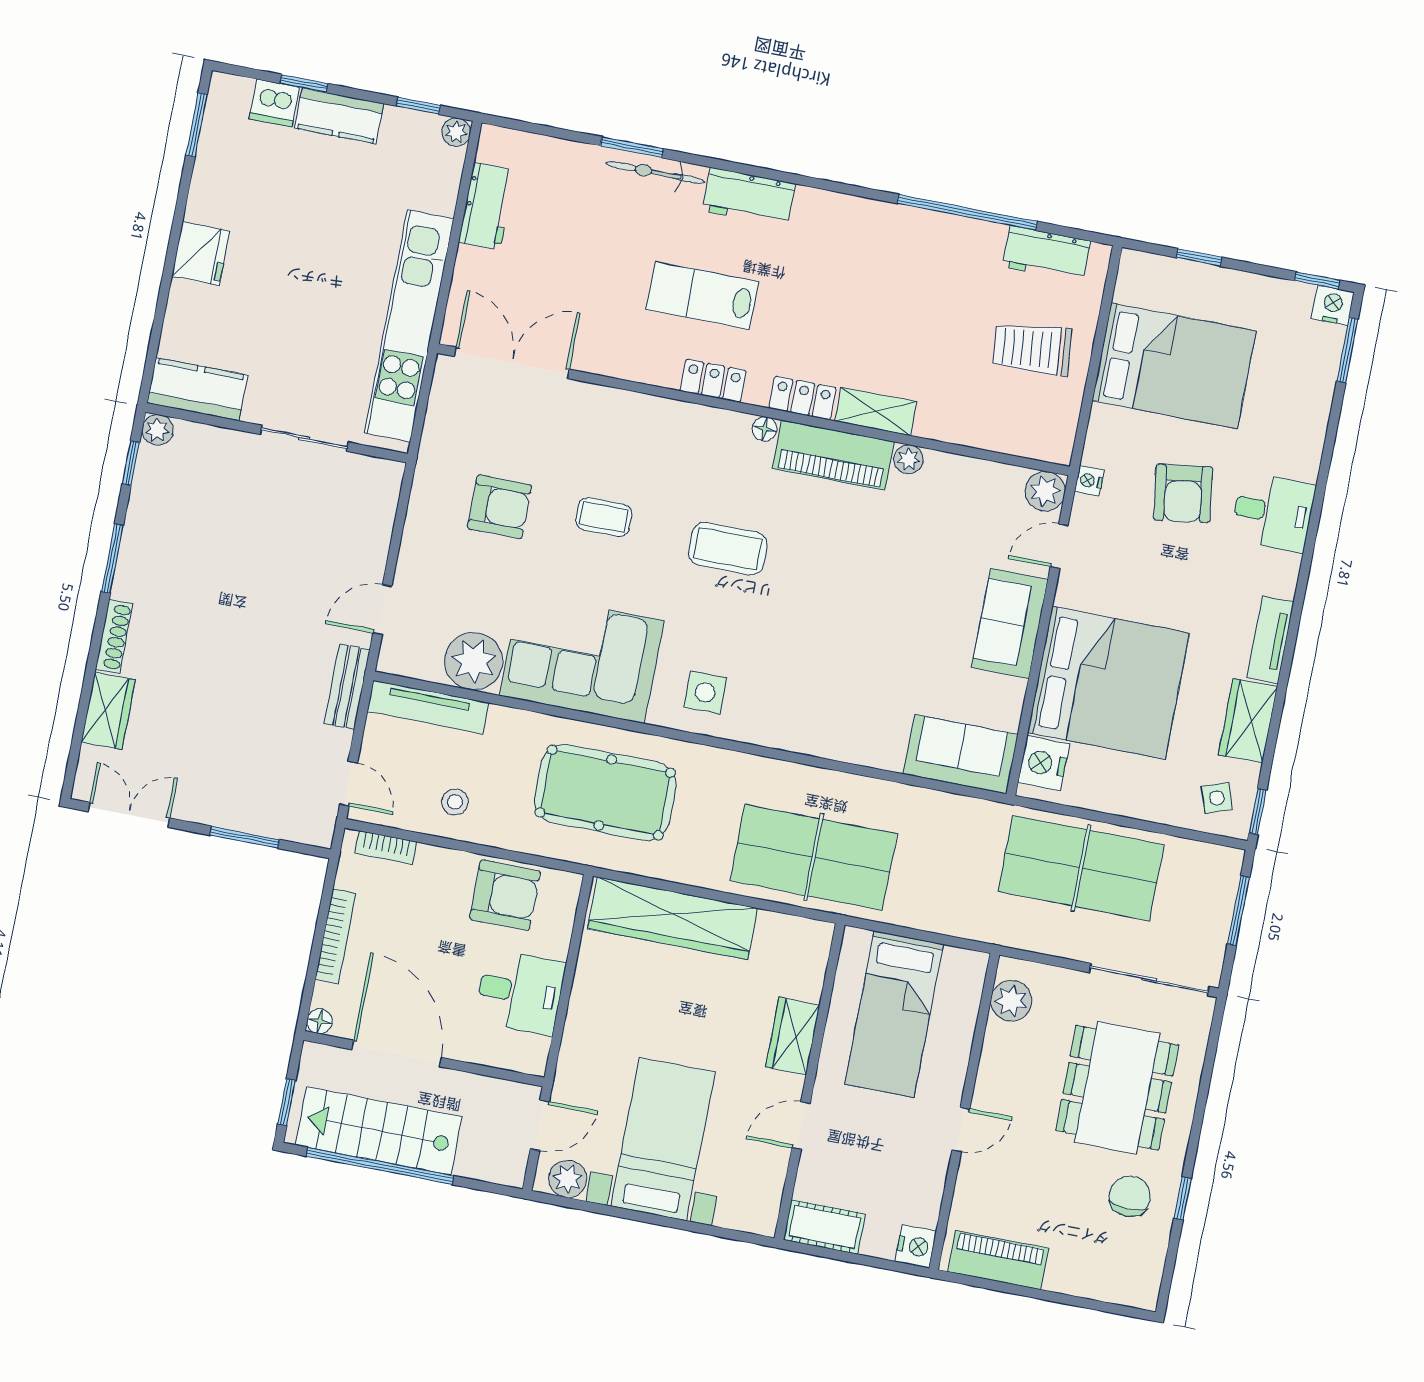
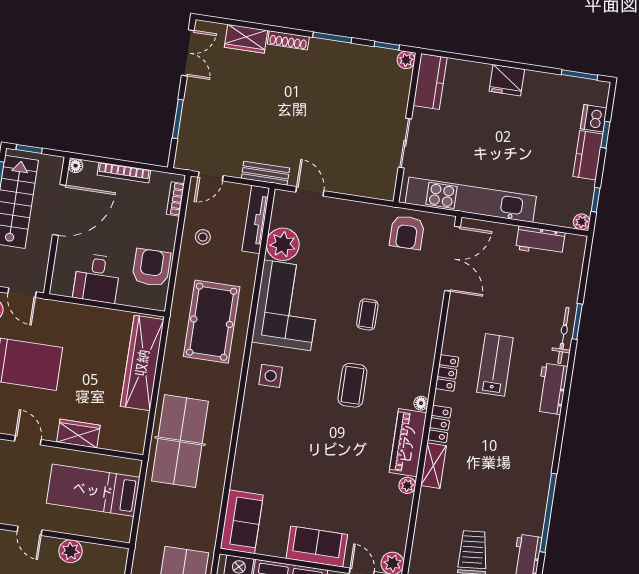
armchair: (500, 507) -> (407, 232), moved
armchair: (505, 895) -> (151, 268), turned 180
plant: (1011, 1001) -> (71, 551), moved

